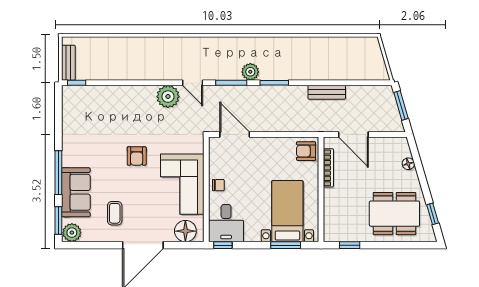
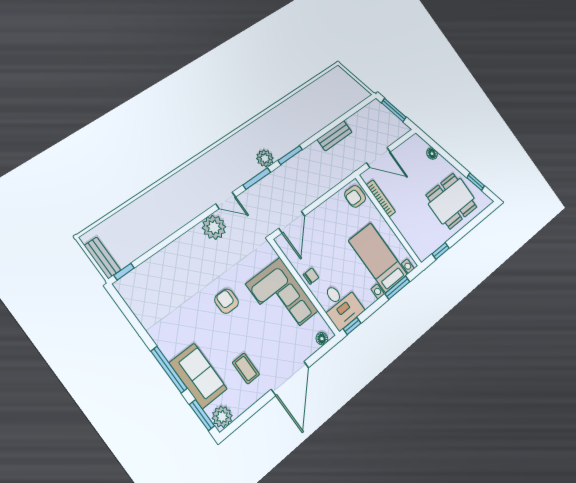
door: (235, 134) -> (292, 222), swing flipped
armchair: (137, 156) -> (227, 301), turned 180
floor lamp: (185, 231) -> (322, 339), width x0.53, depth x0.53

